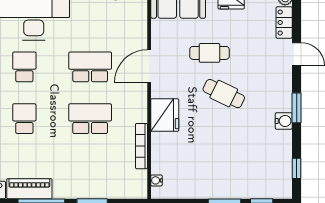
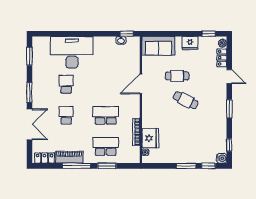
school desk: (90, 67) -> (106, 146), moved
fridge: (165, 115) -> (150, 138), moved
water cooler: (284, 121) -> (222, 158), moved

